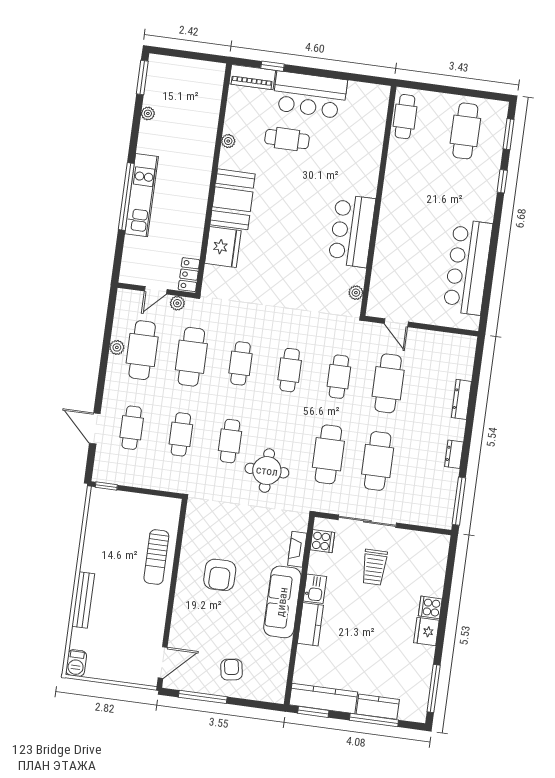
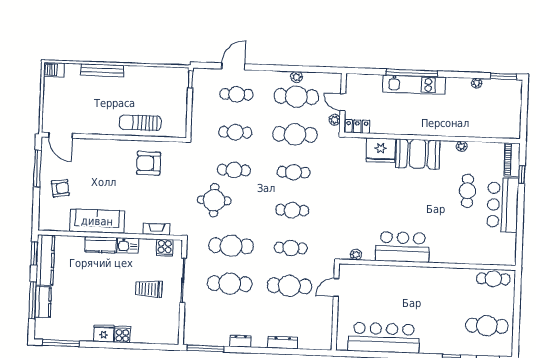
armchair: (220, 575) -> (149, 163), moved
sofa: (282, 602) -> (97, 221), moved

